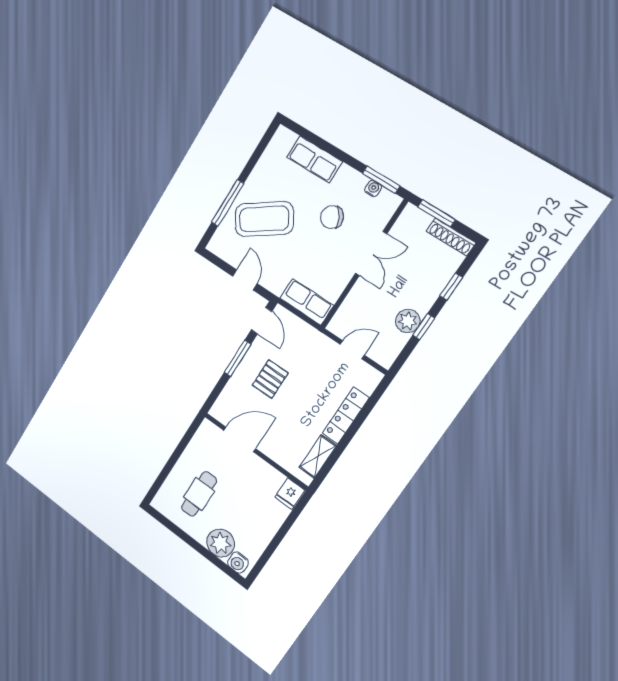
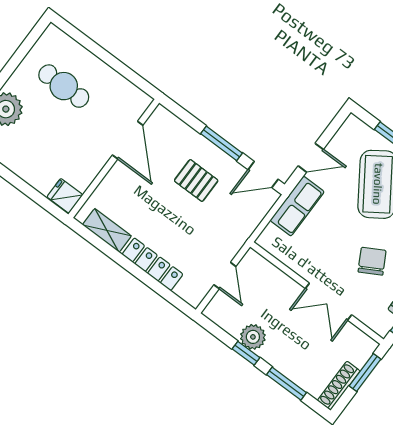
window: (451, 287) -> (287, 384), width x1.50
row of seats: (307, 302) -> (297, 206), moved

